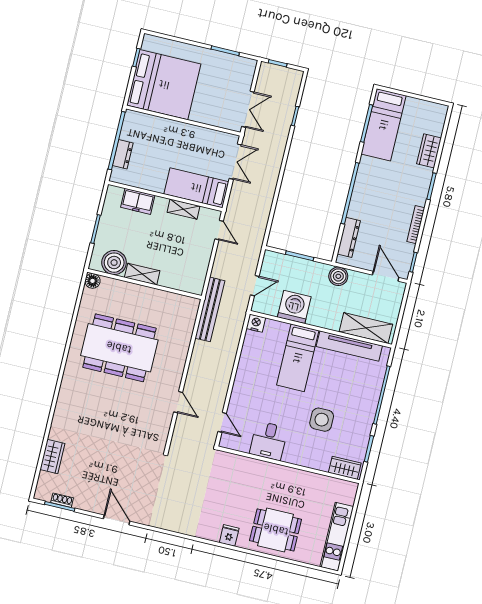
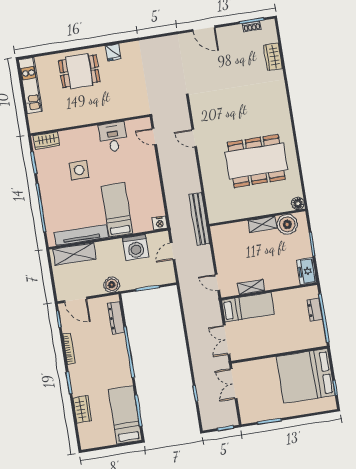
freezer: (138, 201) -> (307, 271), moved, turned -90

